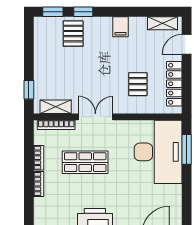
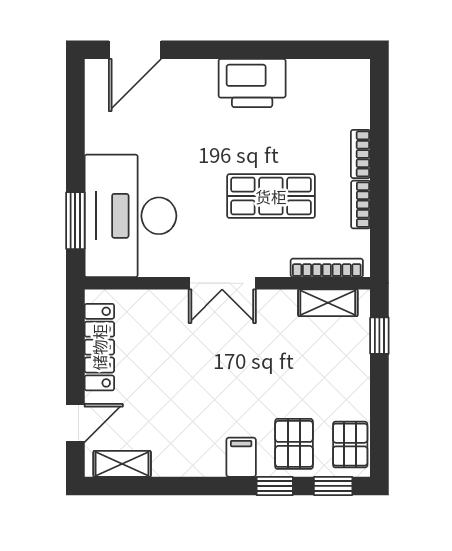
filing cabinet: (121, 27) -> (241, 457), moved
pallet: (138, 84) -> (350, 445), moved
double door: (95, 117) -> (222, 283), moved

